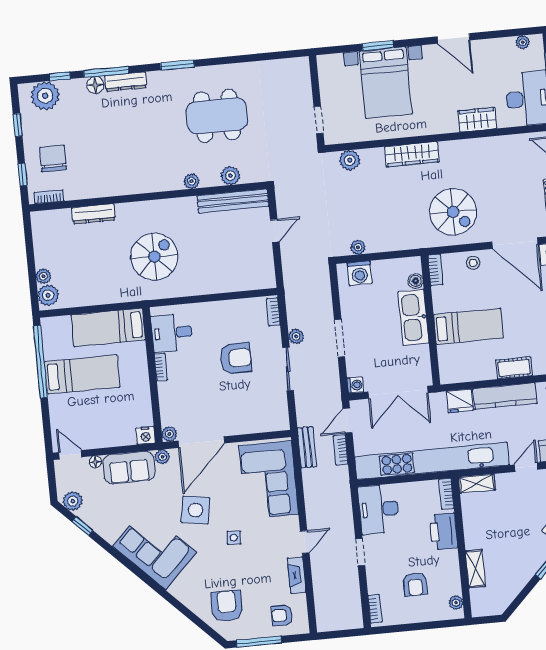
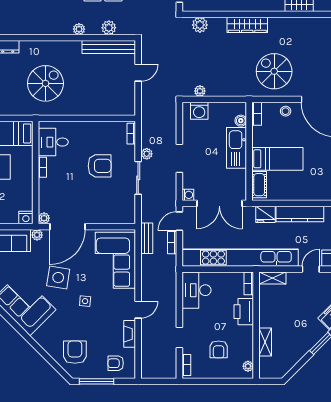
spiral stairs: (453, 212) -> (274, 71), turned 180
cot: (514, 368) -> (259, 185), moved, turned 90
doorway: (360, 552) -> (179, 337), moved

